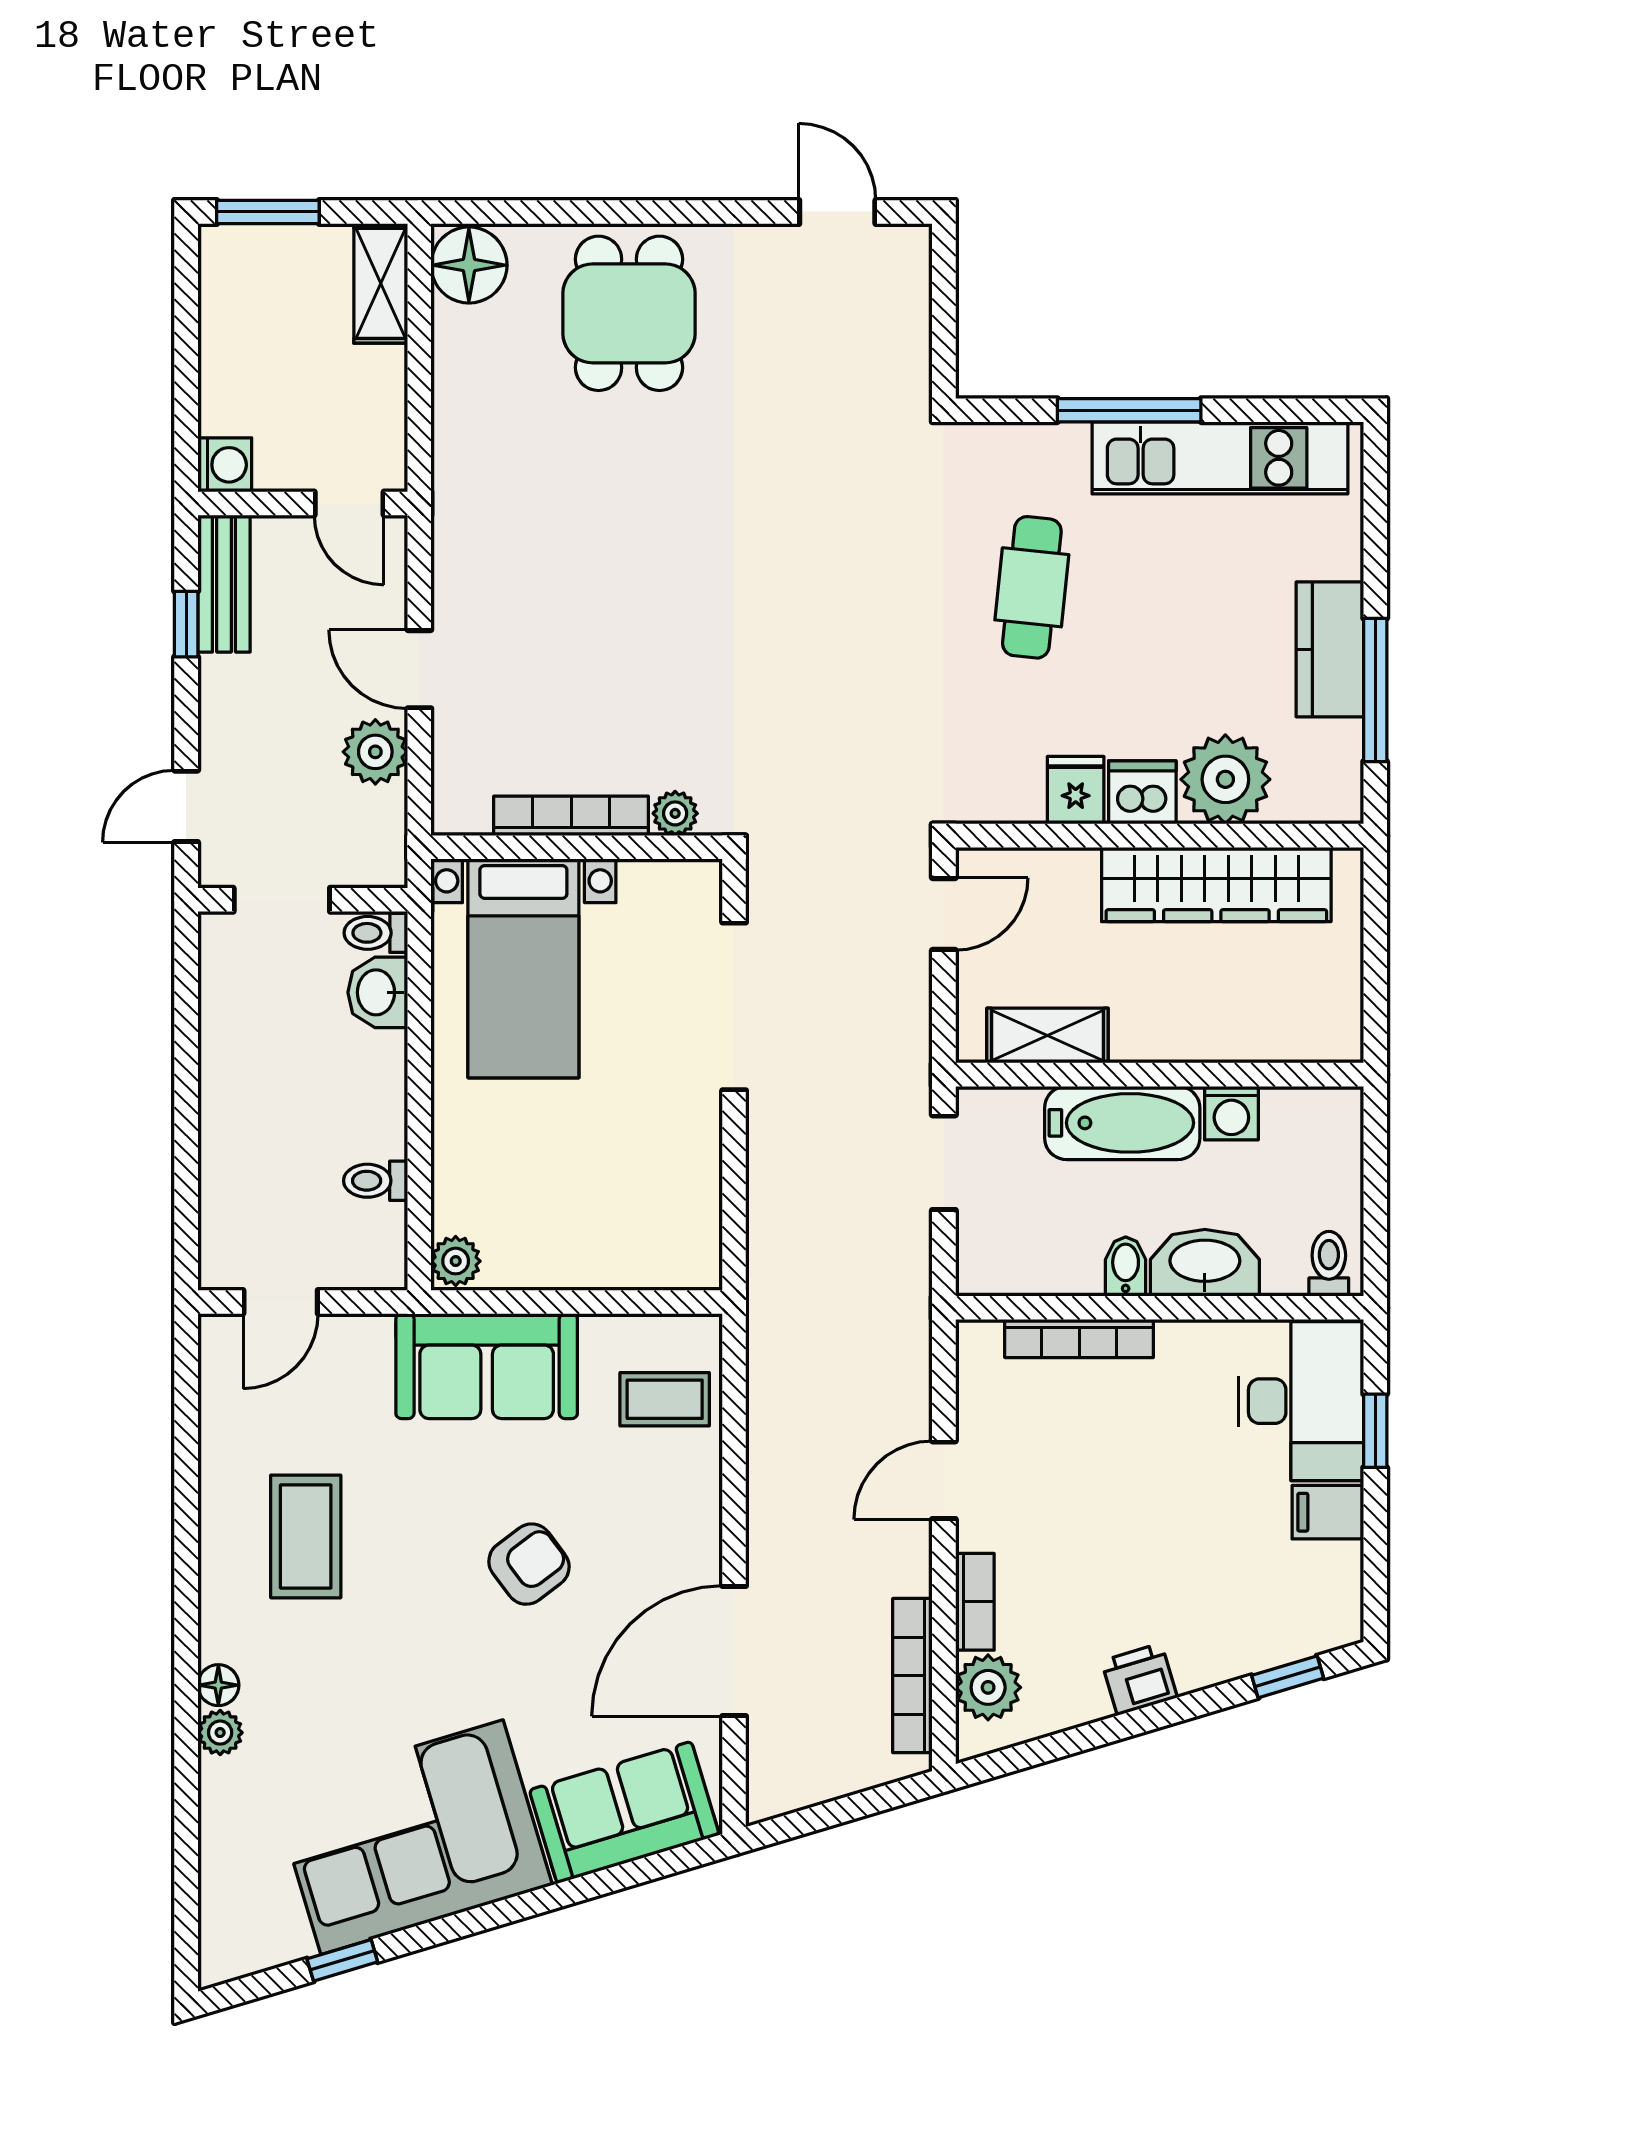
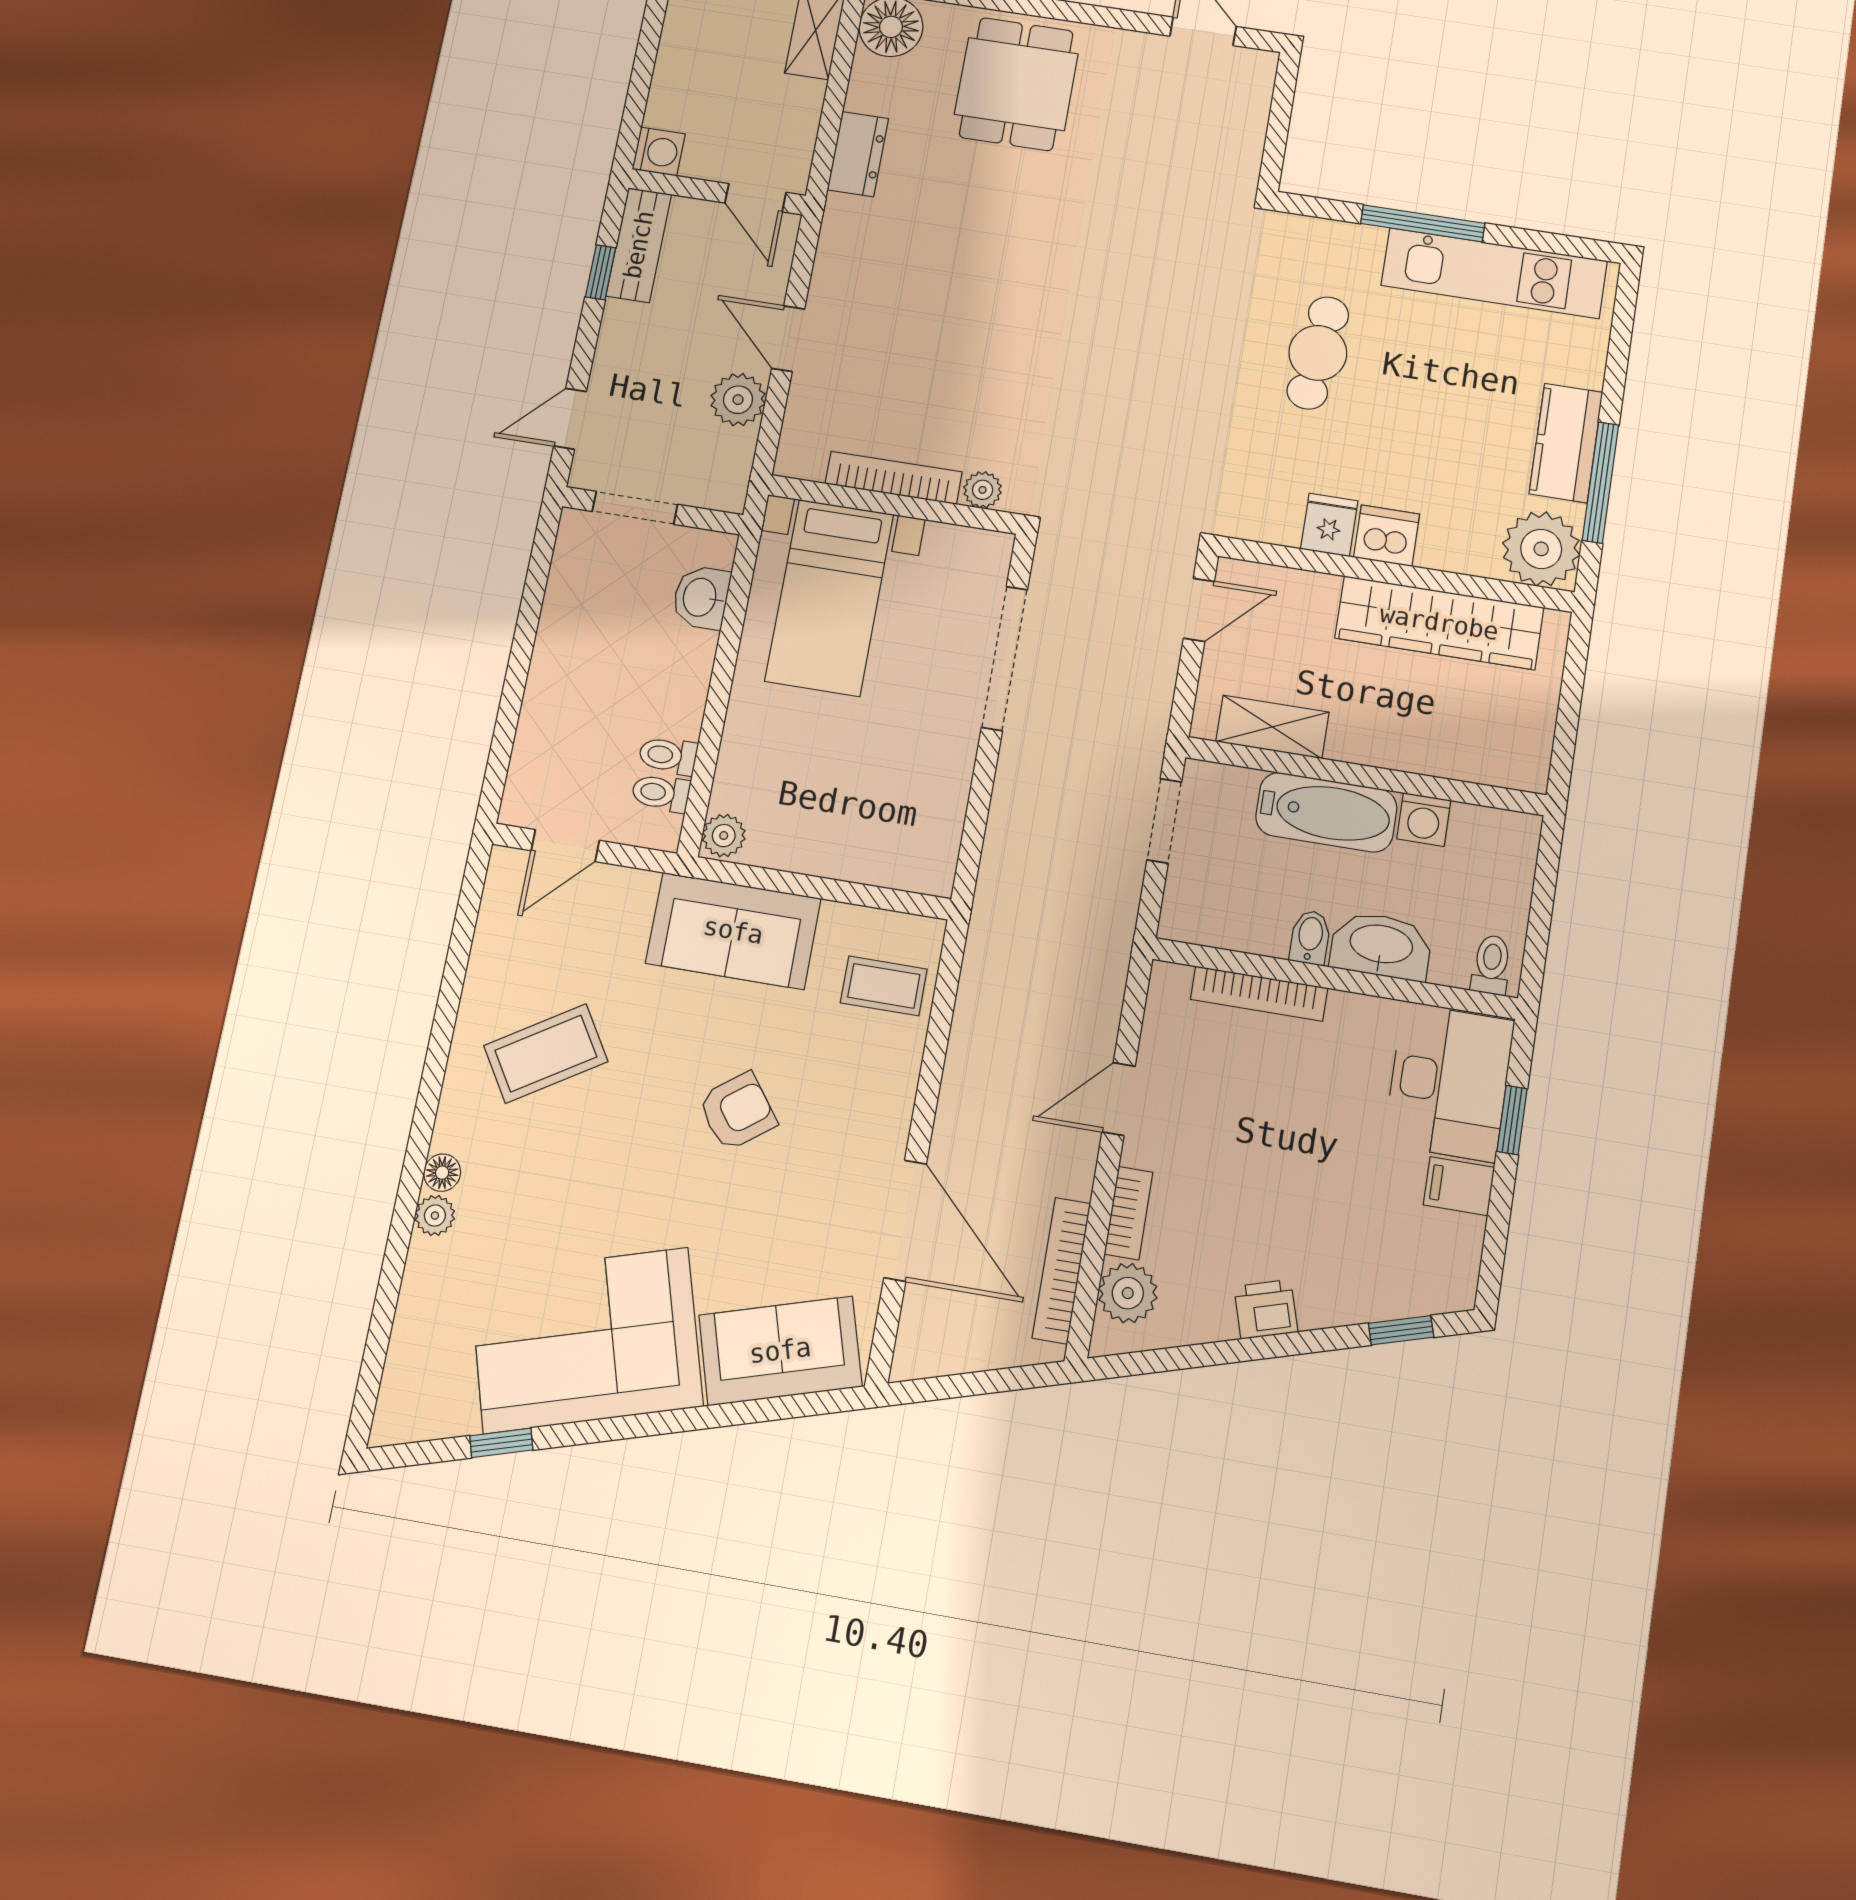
dresser: (459, 430) -> (858, 154), added
plant: (1225, 779) -> (1541, 549), moved
toilet: (376, 933) -> (661, 793), moved
coffee table: (306, 1536) -> (546, 1054), turned 58
door: (734, 1651) -> (905, 1221), swing flipped

